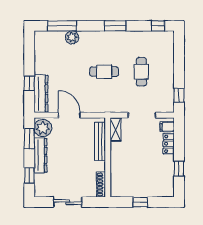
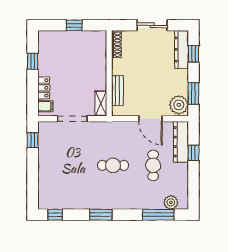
plant: (72, 37) -> (171, 202), moved
cafe table: (141, 72) -> (153, 165), moved
bench: (100, 141) -> (117, 91), width x0.73
dresser: (40, 155) -> (181, 49), moved

